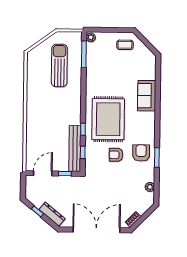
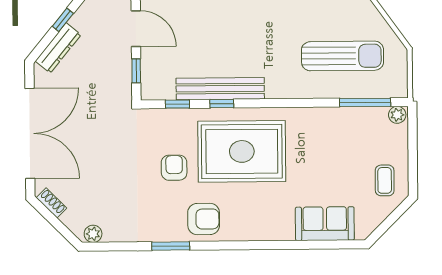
sofa: (147, 96) -> (325, 224), moved
bench: (75, 149) -> (220, 89), moved
armchair: (141, 153) -> (204, 219), moved
plant: (150, 187) -> (93, 234), moved

